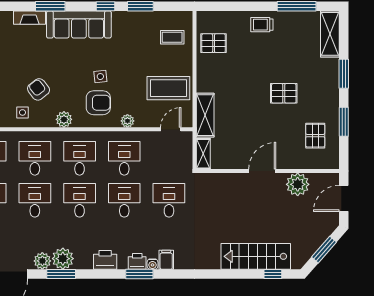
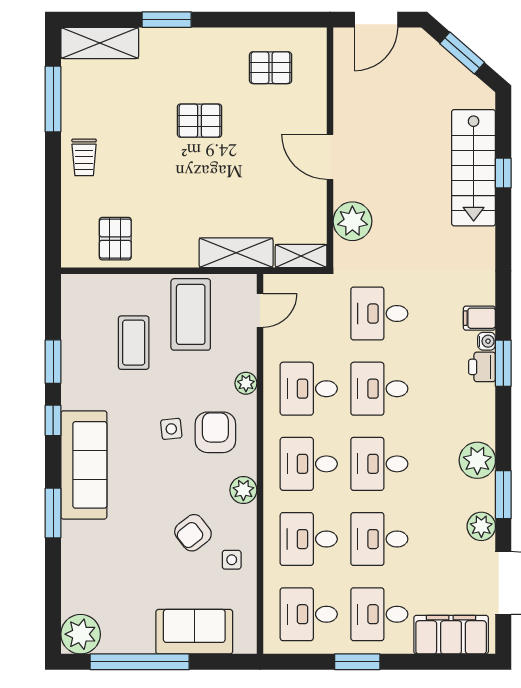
fireplace: (30, 18) -> (72, 548), removed
coffee table: (172, 37) -> (134, 343), moved, width x1.36, depth x1.30
pallet: (284, 93) -> (200, 121), turned 90
window: (344, 122) -> (247, 20), removed
door: (171, 129) -> (260, 310), swing flipped
plant: (298, 184) -> (352, 221), moved
door: (344, 198) -> (376, 20), hinge flipped
plant: (63, 259) -> (477, 460), moved
printer: (105, 260) -> (480, 421), removed
window: (273, 274) -> (503, 173), moved

